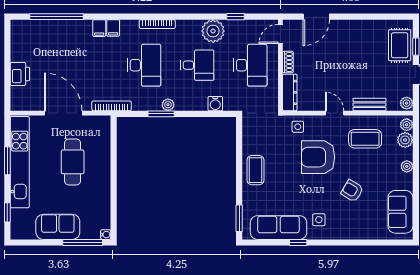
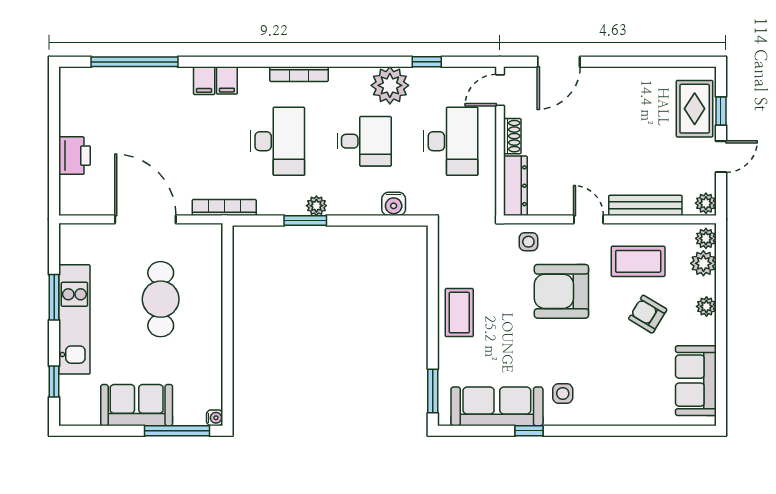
bench: (369, 105) -> (645, 205), width x1.36
kitchen unit: (20, 162) -> (74, 319), width x0.73
armchair: (352, 191) -> (648, 314), moved

